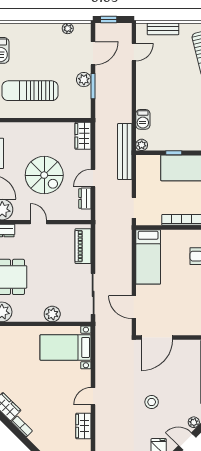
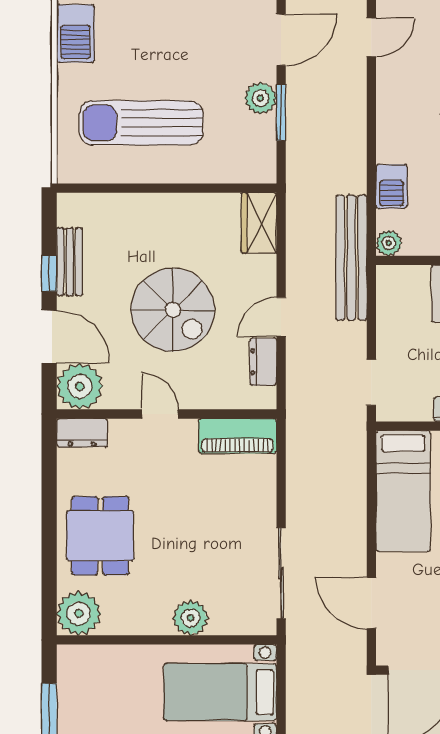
piano: (83, 246) -> (237, 436), moved, turned -90

